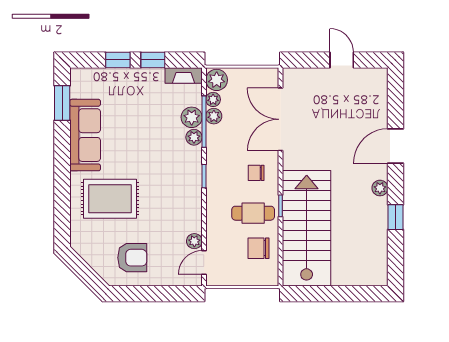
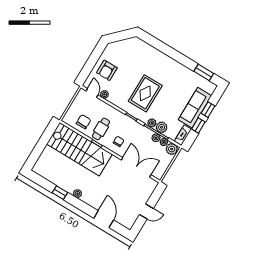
sofa: (85, 135) -> (195, 108), moved, turned 90
door: (395, 146) -> (104, 219), moved
rug: (110, 199) -> (145, 93), moved
armchair: (132, 258) -> (107, 70), moved

